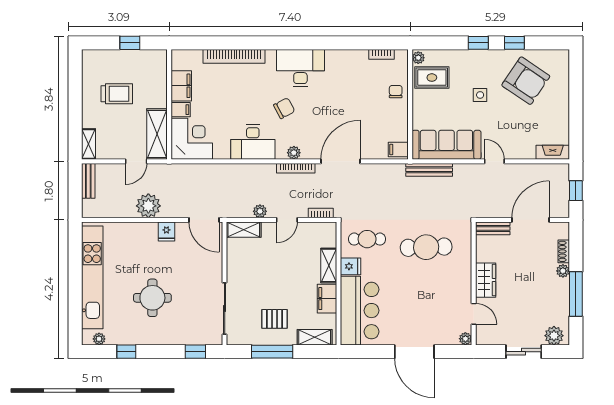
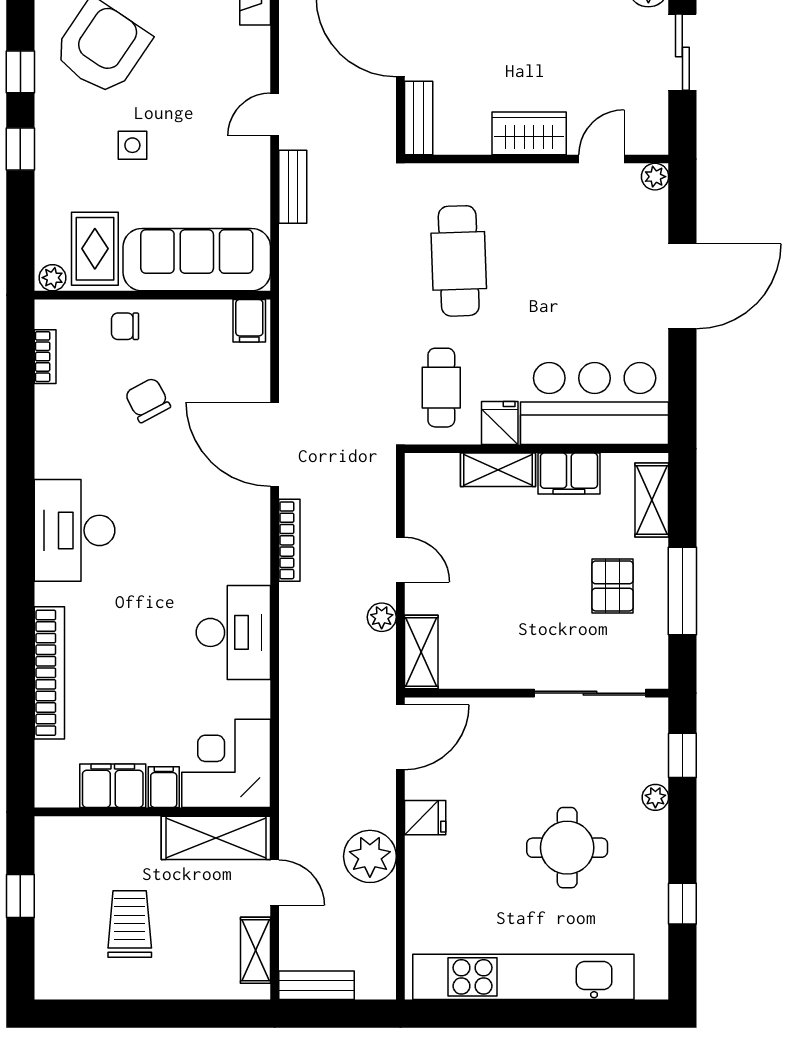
chair: (284, 108) -> (148, 400), moved
shelving: (88, 144) -> (256, 950), moved, turned 90
sofa: (446, 145) -> (197, 260), moved, turned 90
plant: (294, 153) -> (256, 545), removed
bench: (429, 170) -> (293, 187), moved, width x0.73
bookcase: (321, 213) -> (386, 487), removed
plant: (99, 339) -> (655, 797), moved

